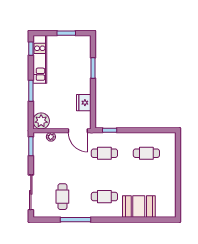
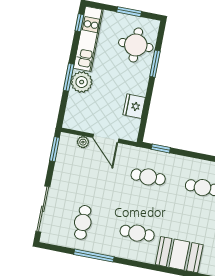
round table: (76, 57) -> (136, 45), added
plant: (41, 121) -> (82, 82), moved
door: (78, 131) -> (106, 138), moved

